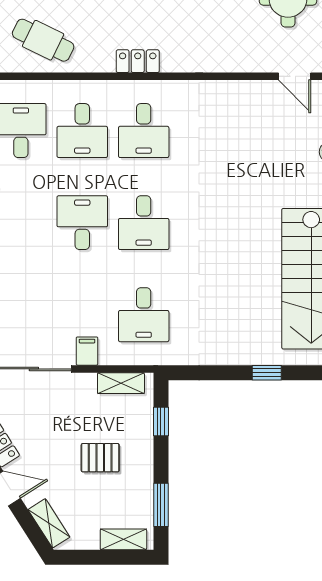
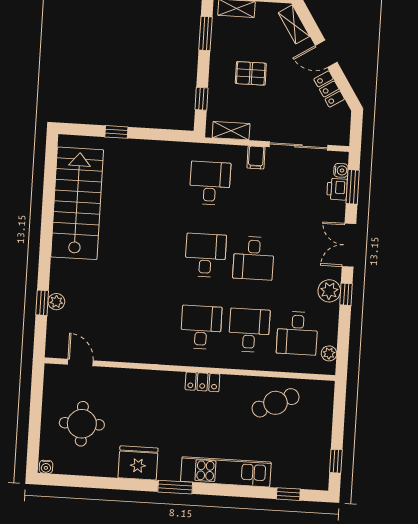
cafe table: (43, 40) -> (276, 403), turned -51

